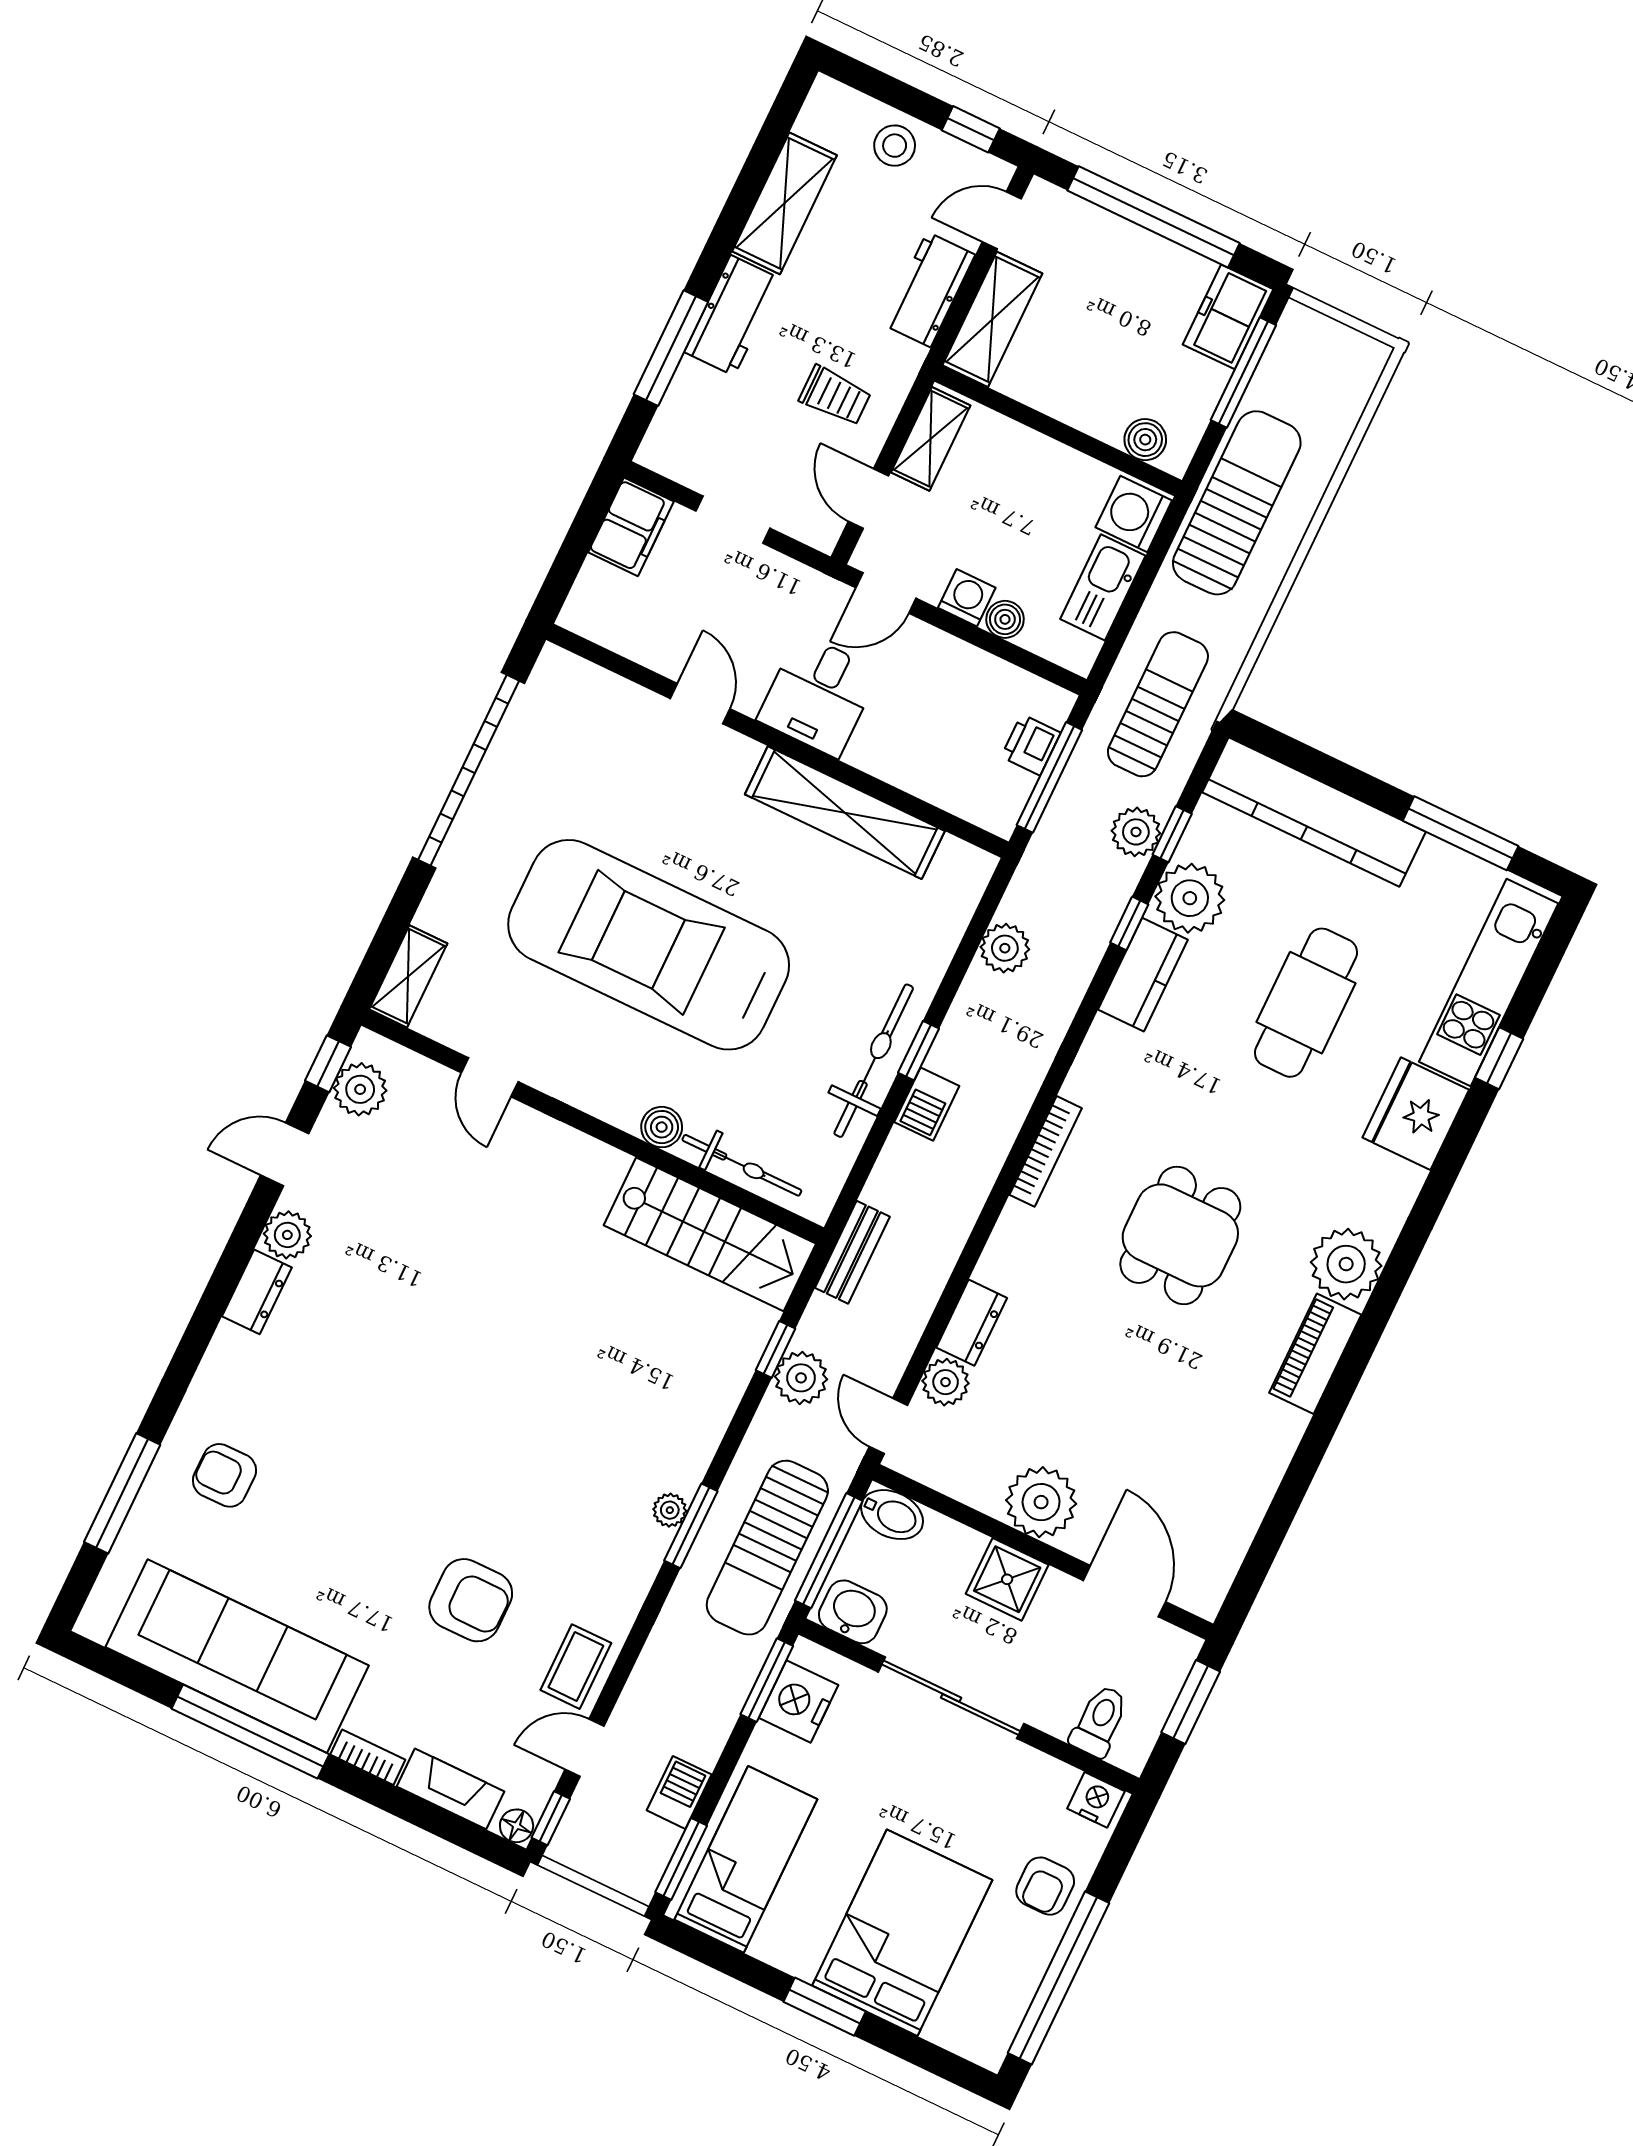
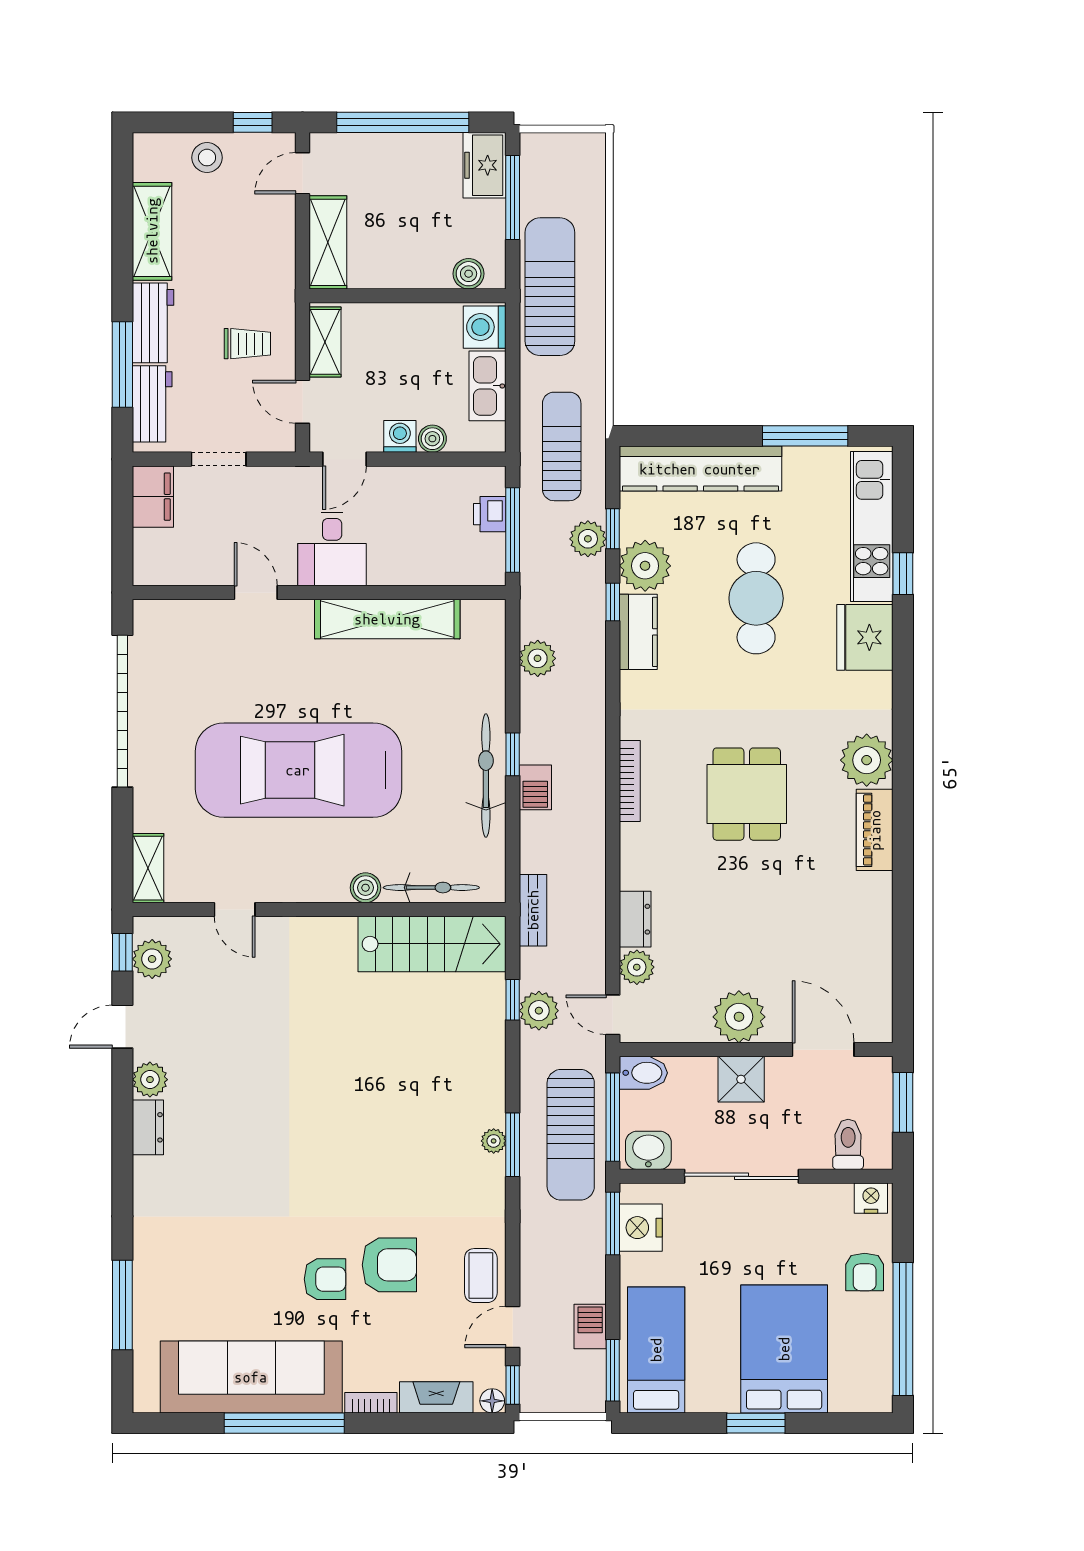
workbench: (929, 290) -> (152, 404), moved, turned 180
armchair: (225, 1475) -> (325, 1279), moved, turned 180

